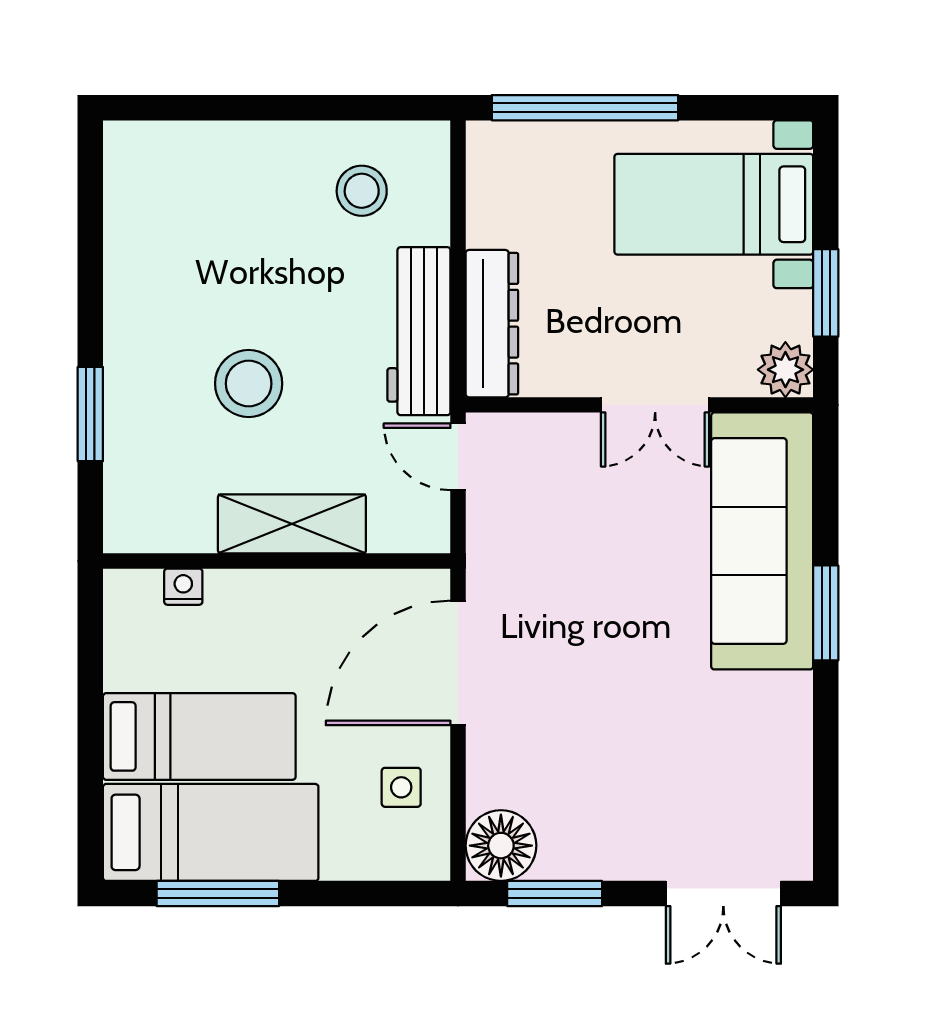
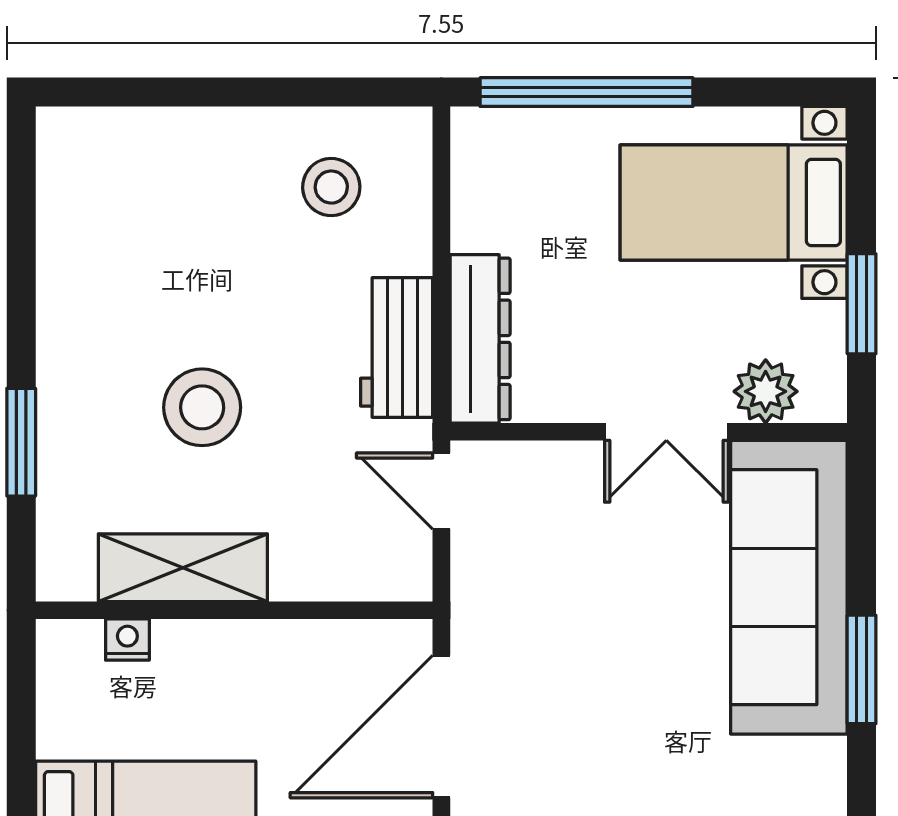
workbench: (419, 331) -> (397, 347), width x0.73
plant: (785, 370) -> (766, 391), moved
shelving: (292, 524) -> (183, 568), moved

